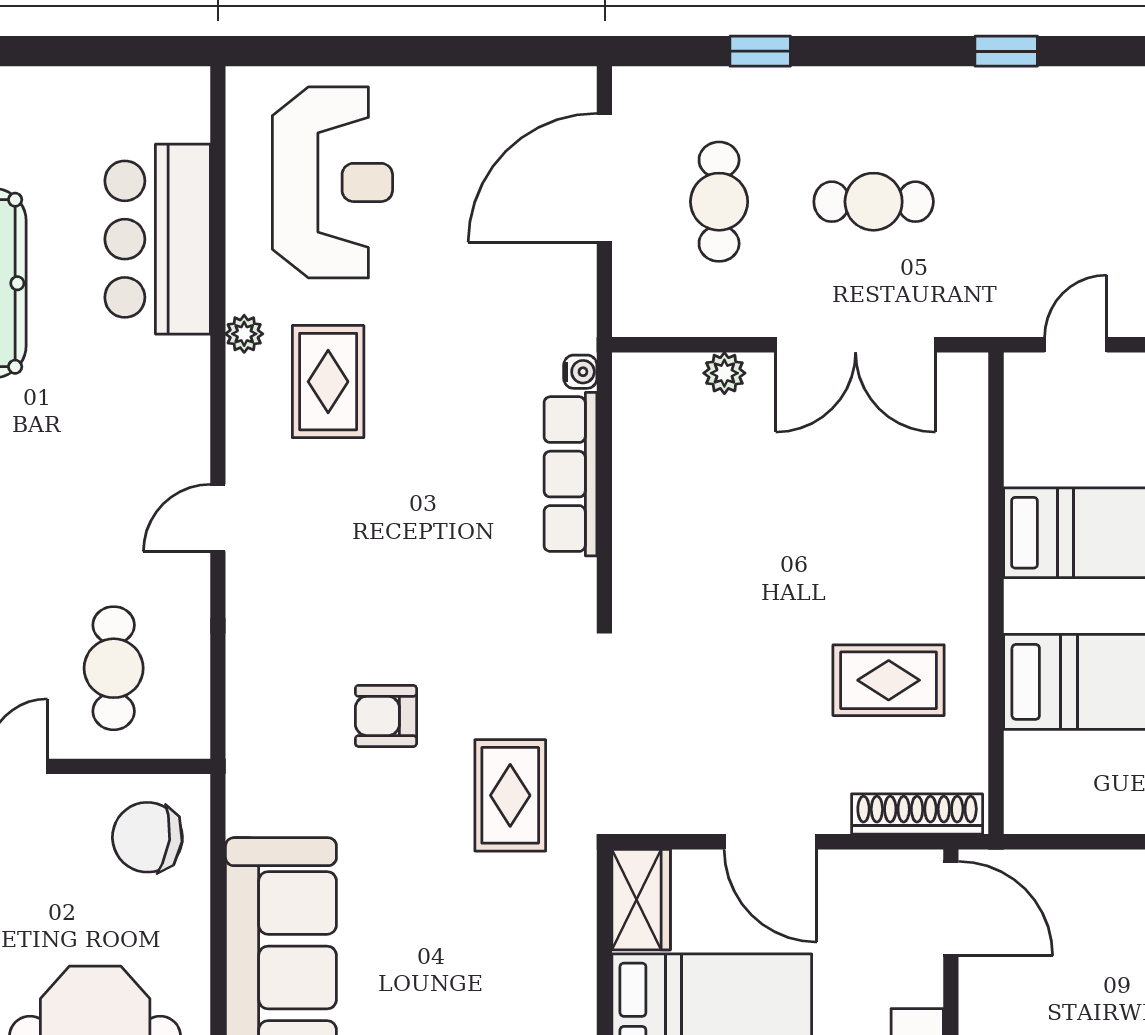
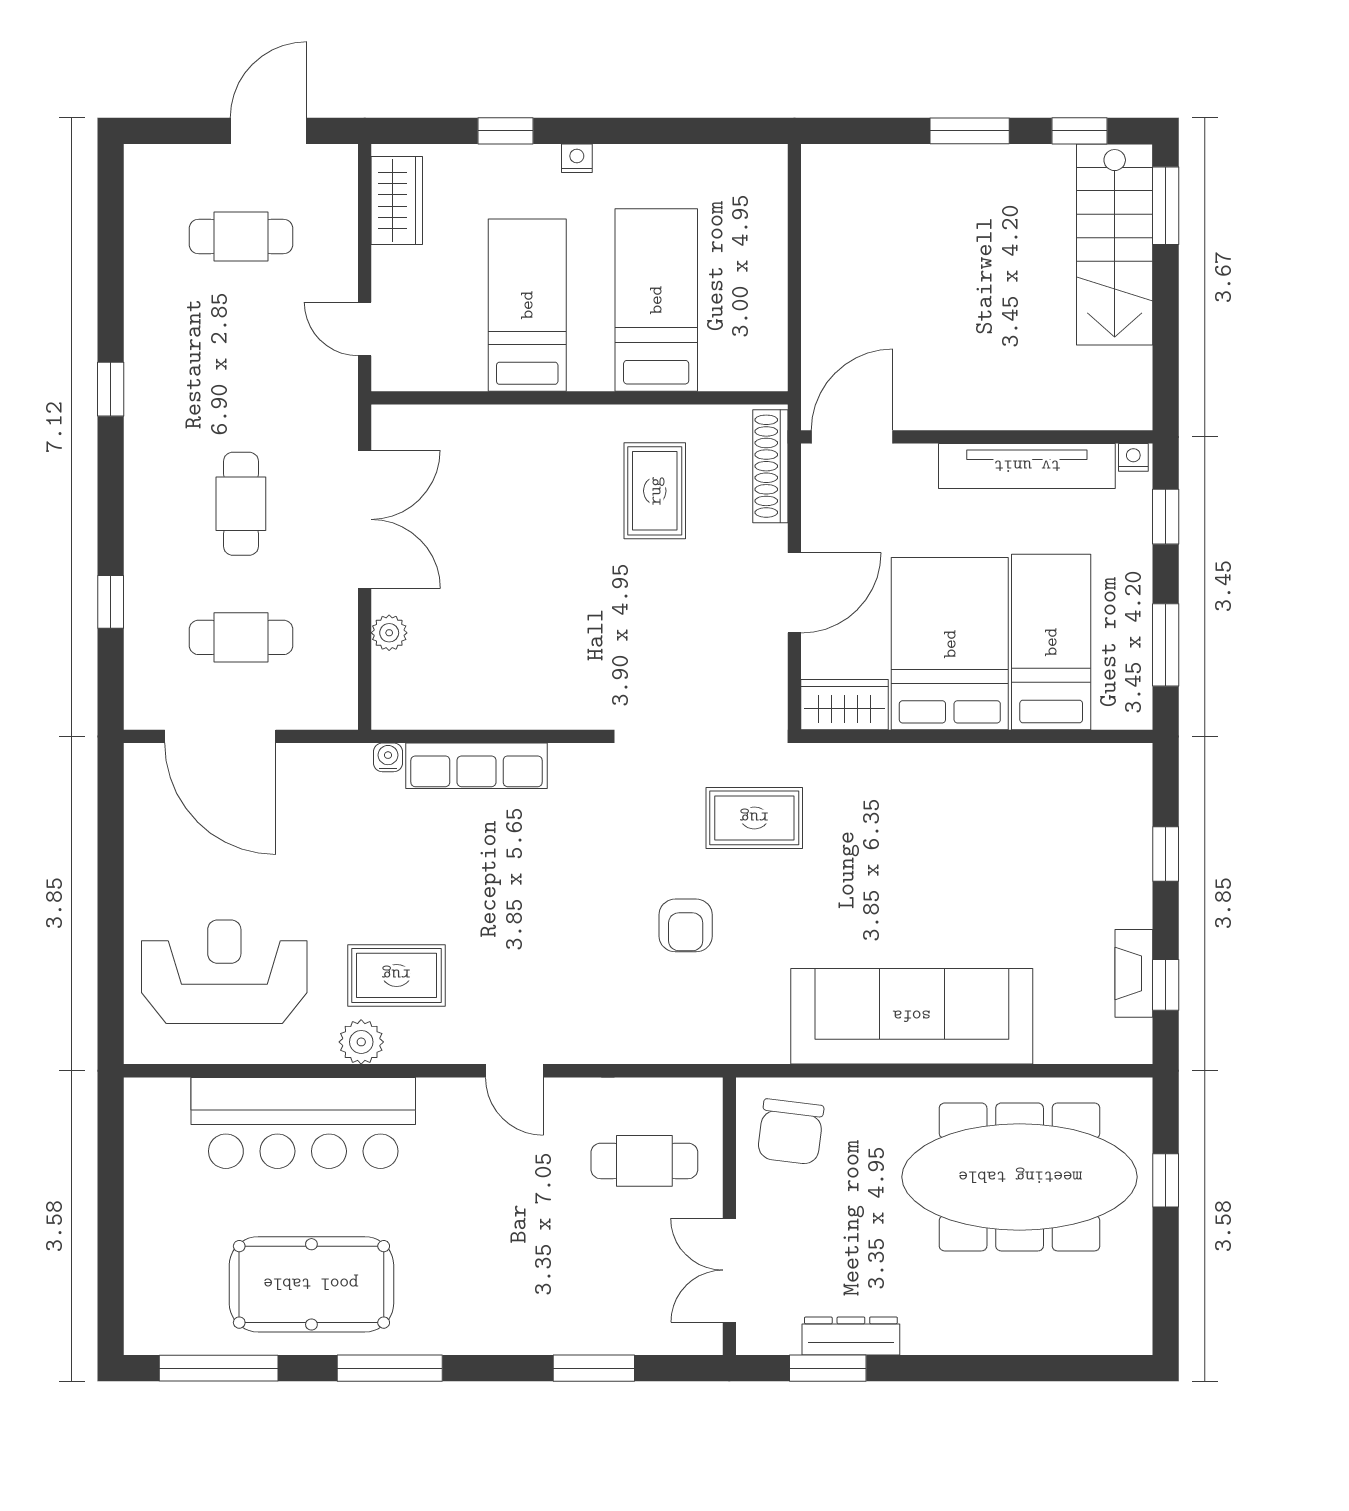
bar counter: (158, 239) -> (303, 1123), width x1.36
plant: (244, 334) -> (361, 1042), width x1.38, depth x1.38

